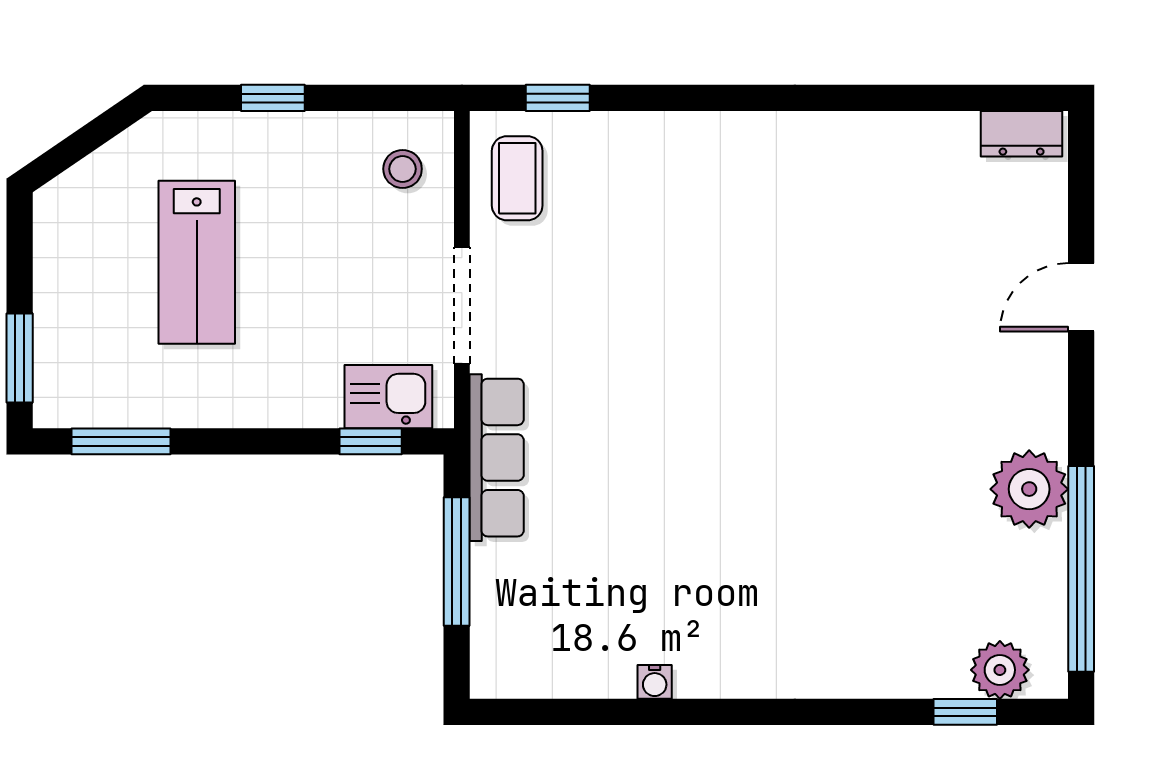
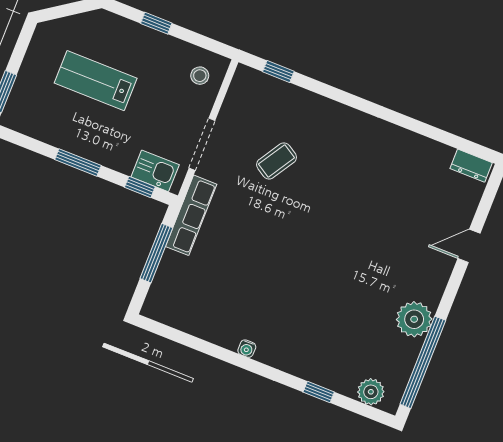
coffee table: (517, 178) -> (277, 161), moved, turned 32
lab bench: (197, 262) -> (96, 81), turned 90
window: (121, 441) -> (78, 162), moved
water cooler: (655, 682) -> (247, 349), moved
window: (965, 712) -> (319, 392), moved

